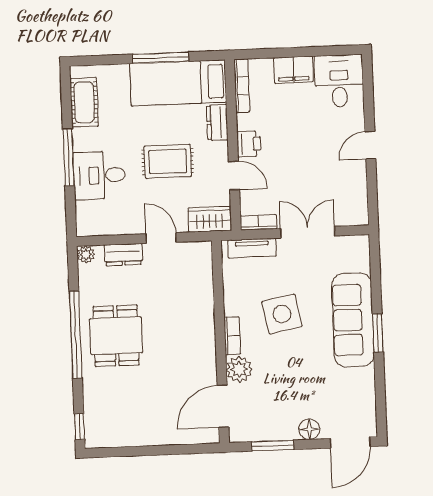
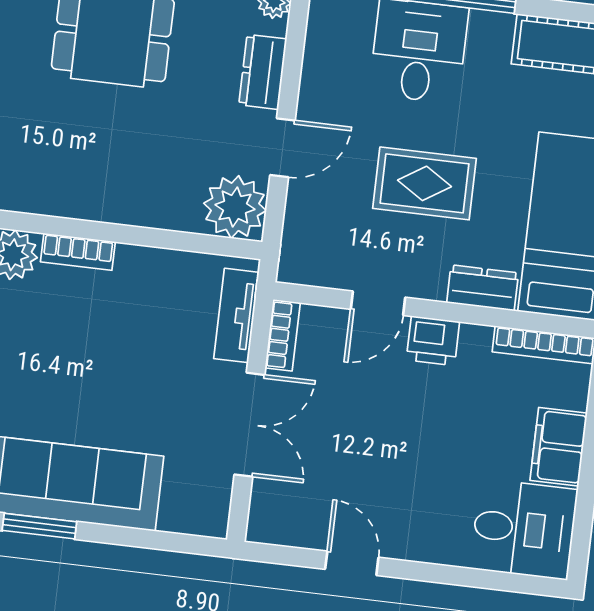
door: (370, 145) -> (352, 563), moved
rug: (168, 161) -> (425, 183), turned 90
wardrobe: (210, 219) -> (303, 244), removed
plant: (196, 258) -> (235, 207), added
side table: (282, 314) -> (104, 352), removed

